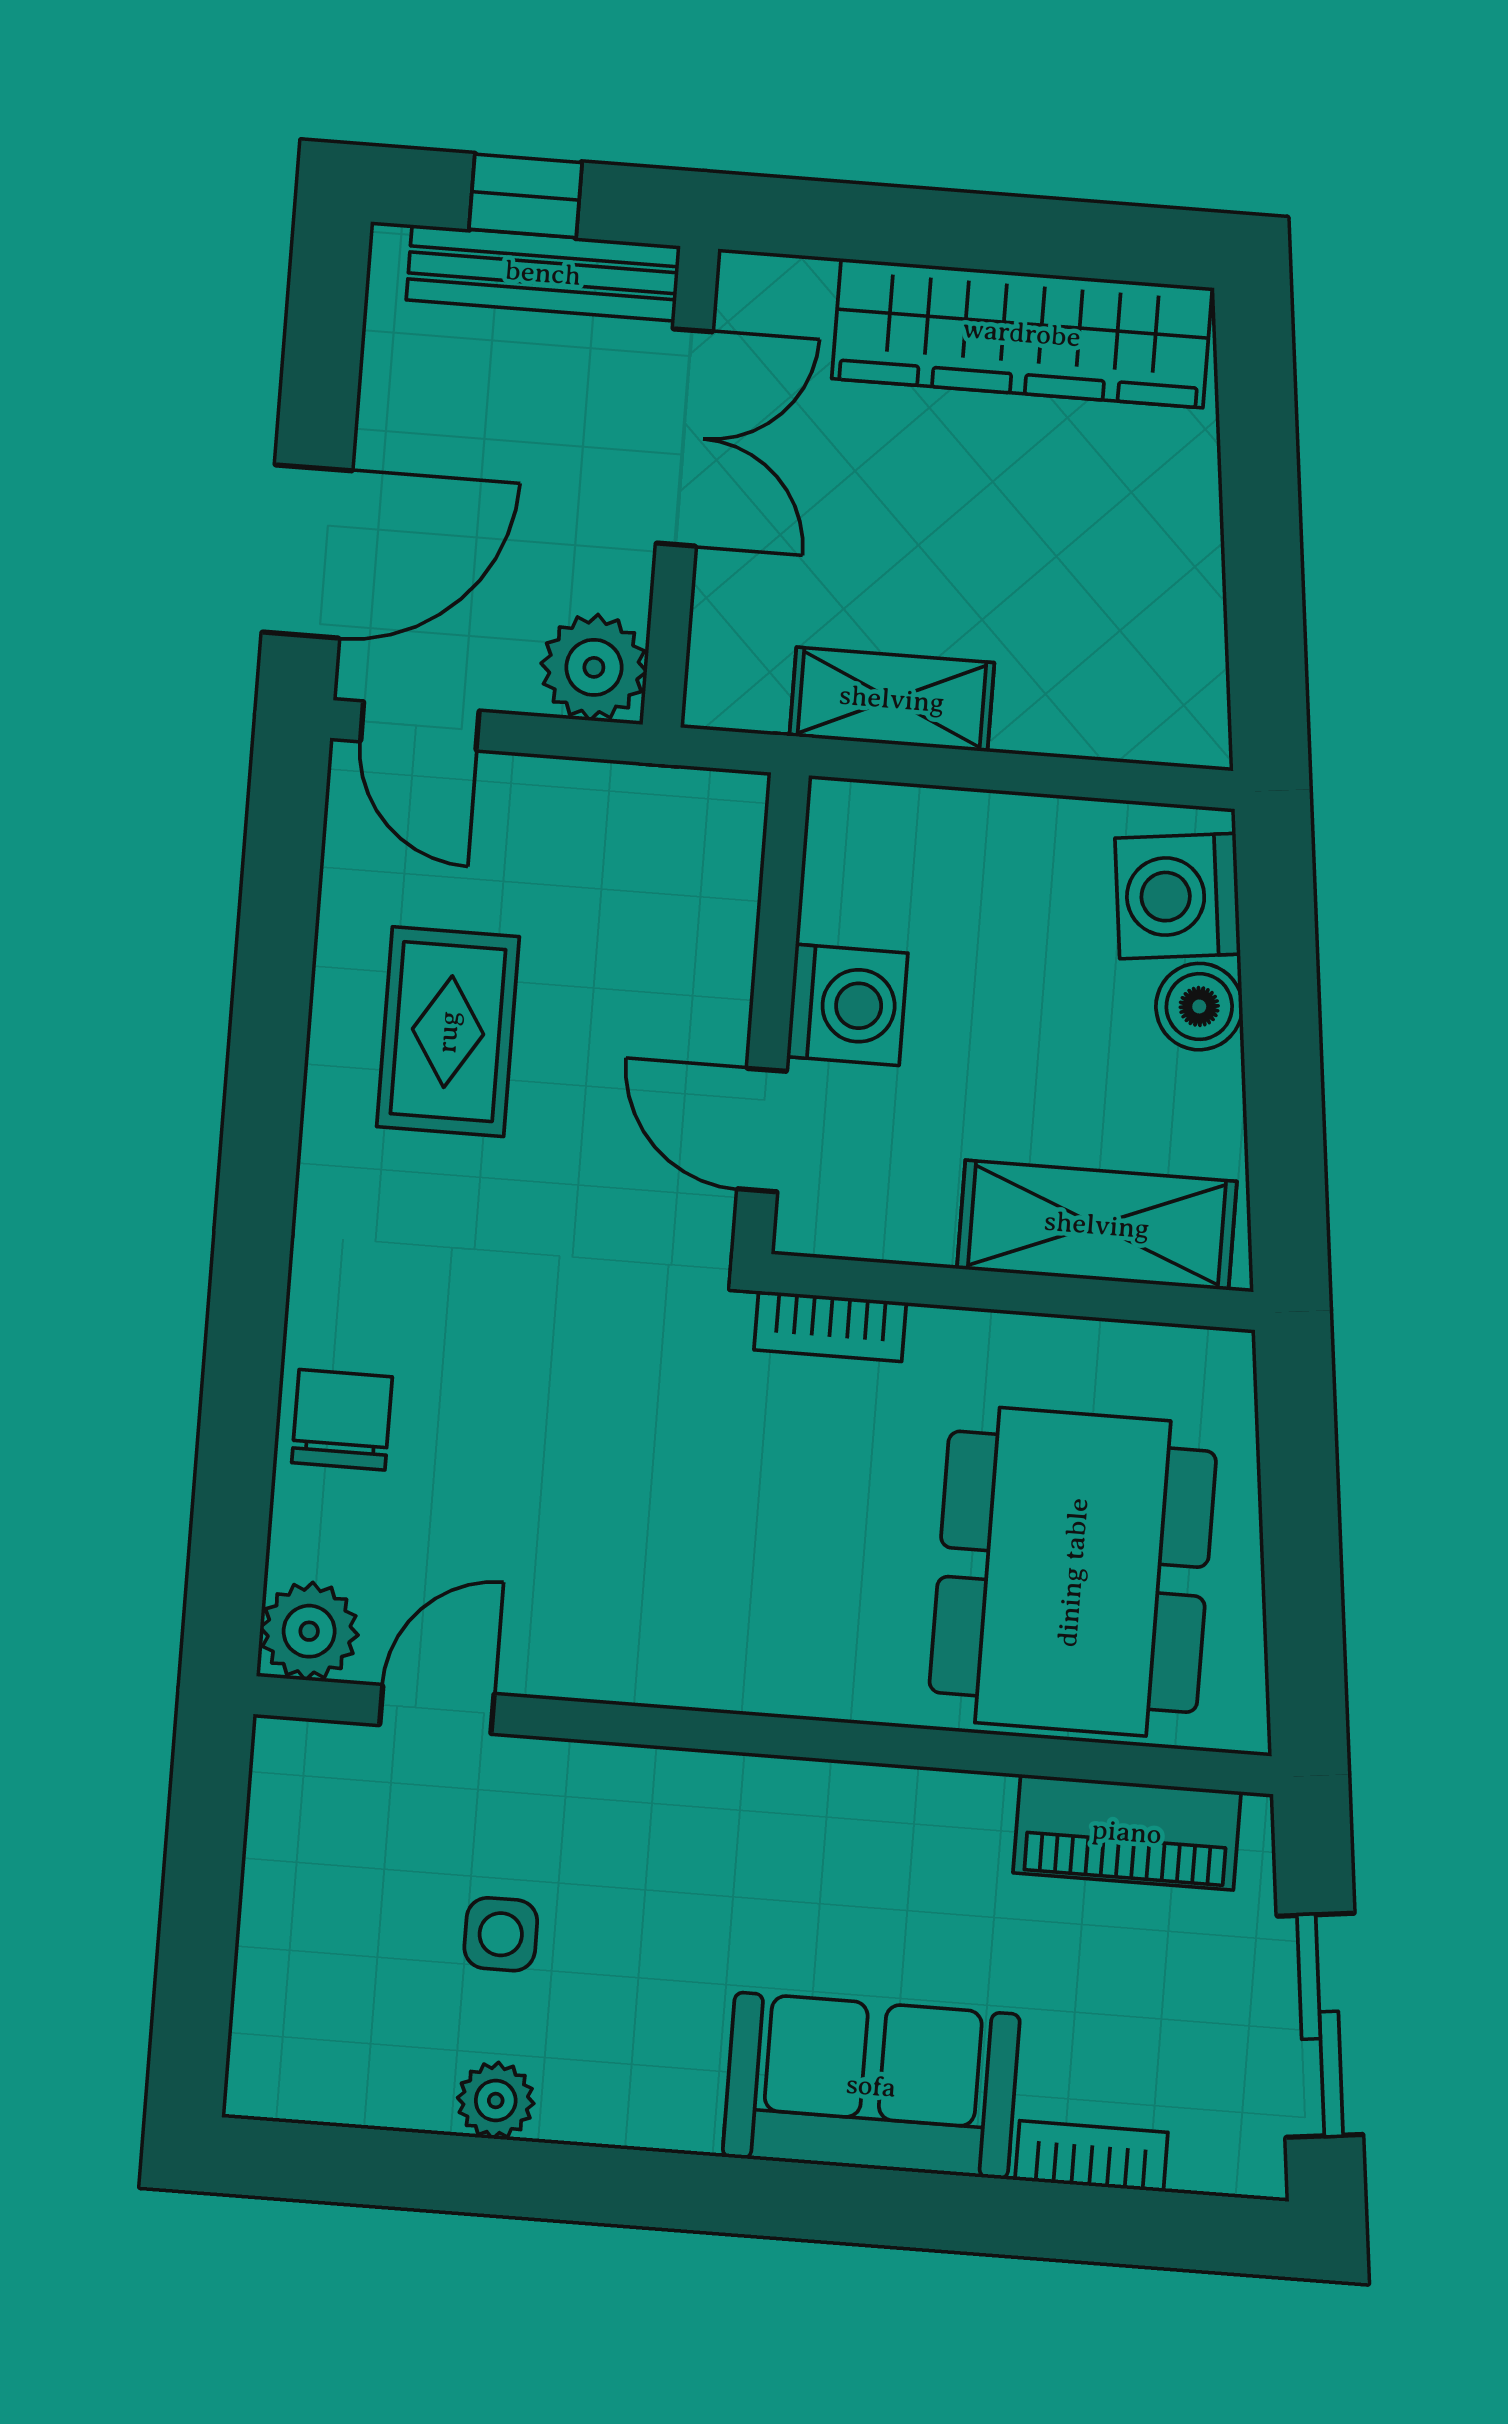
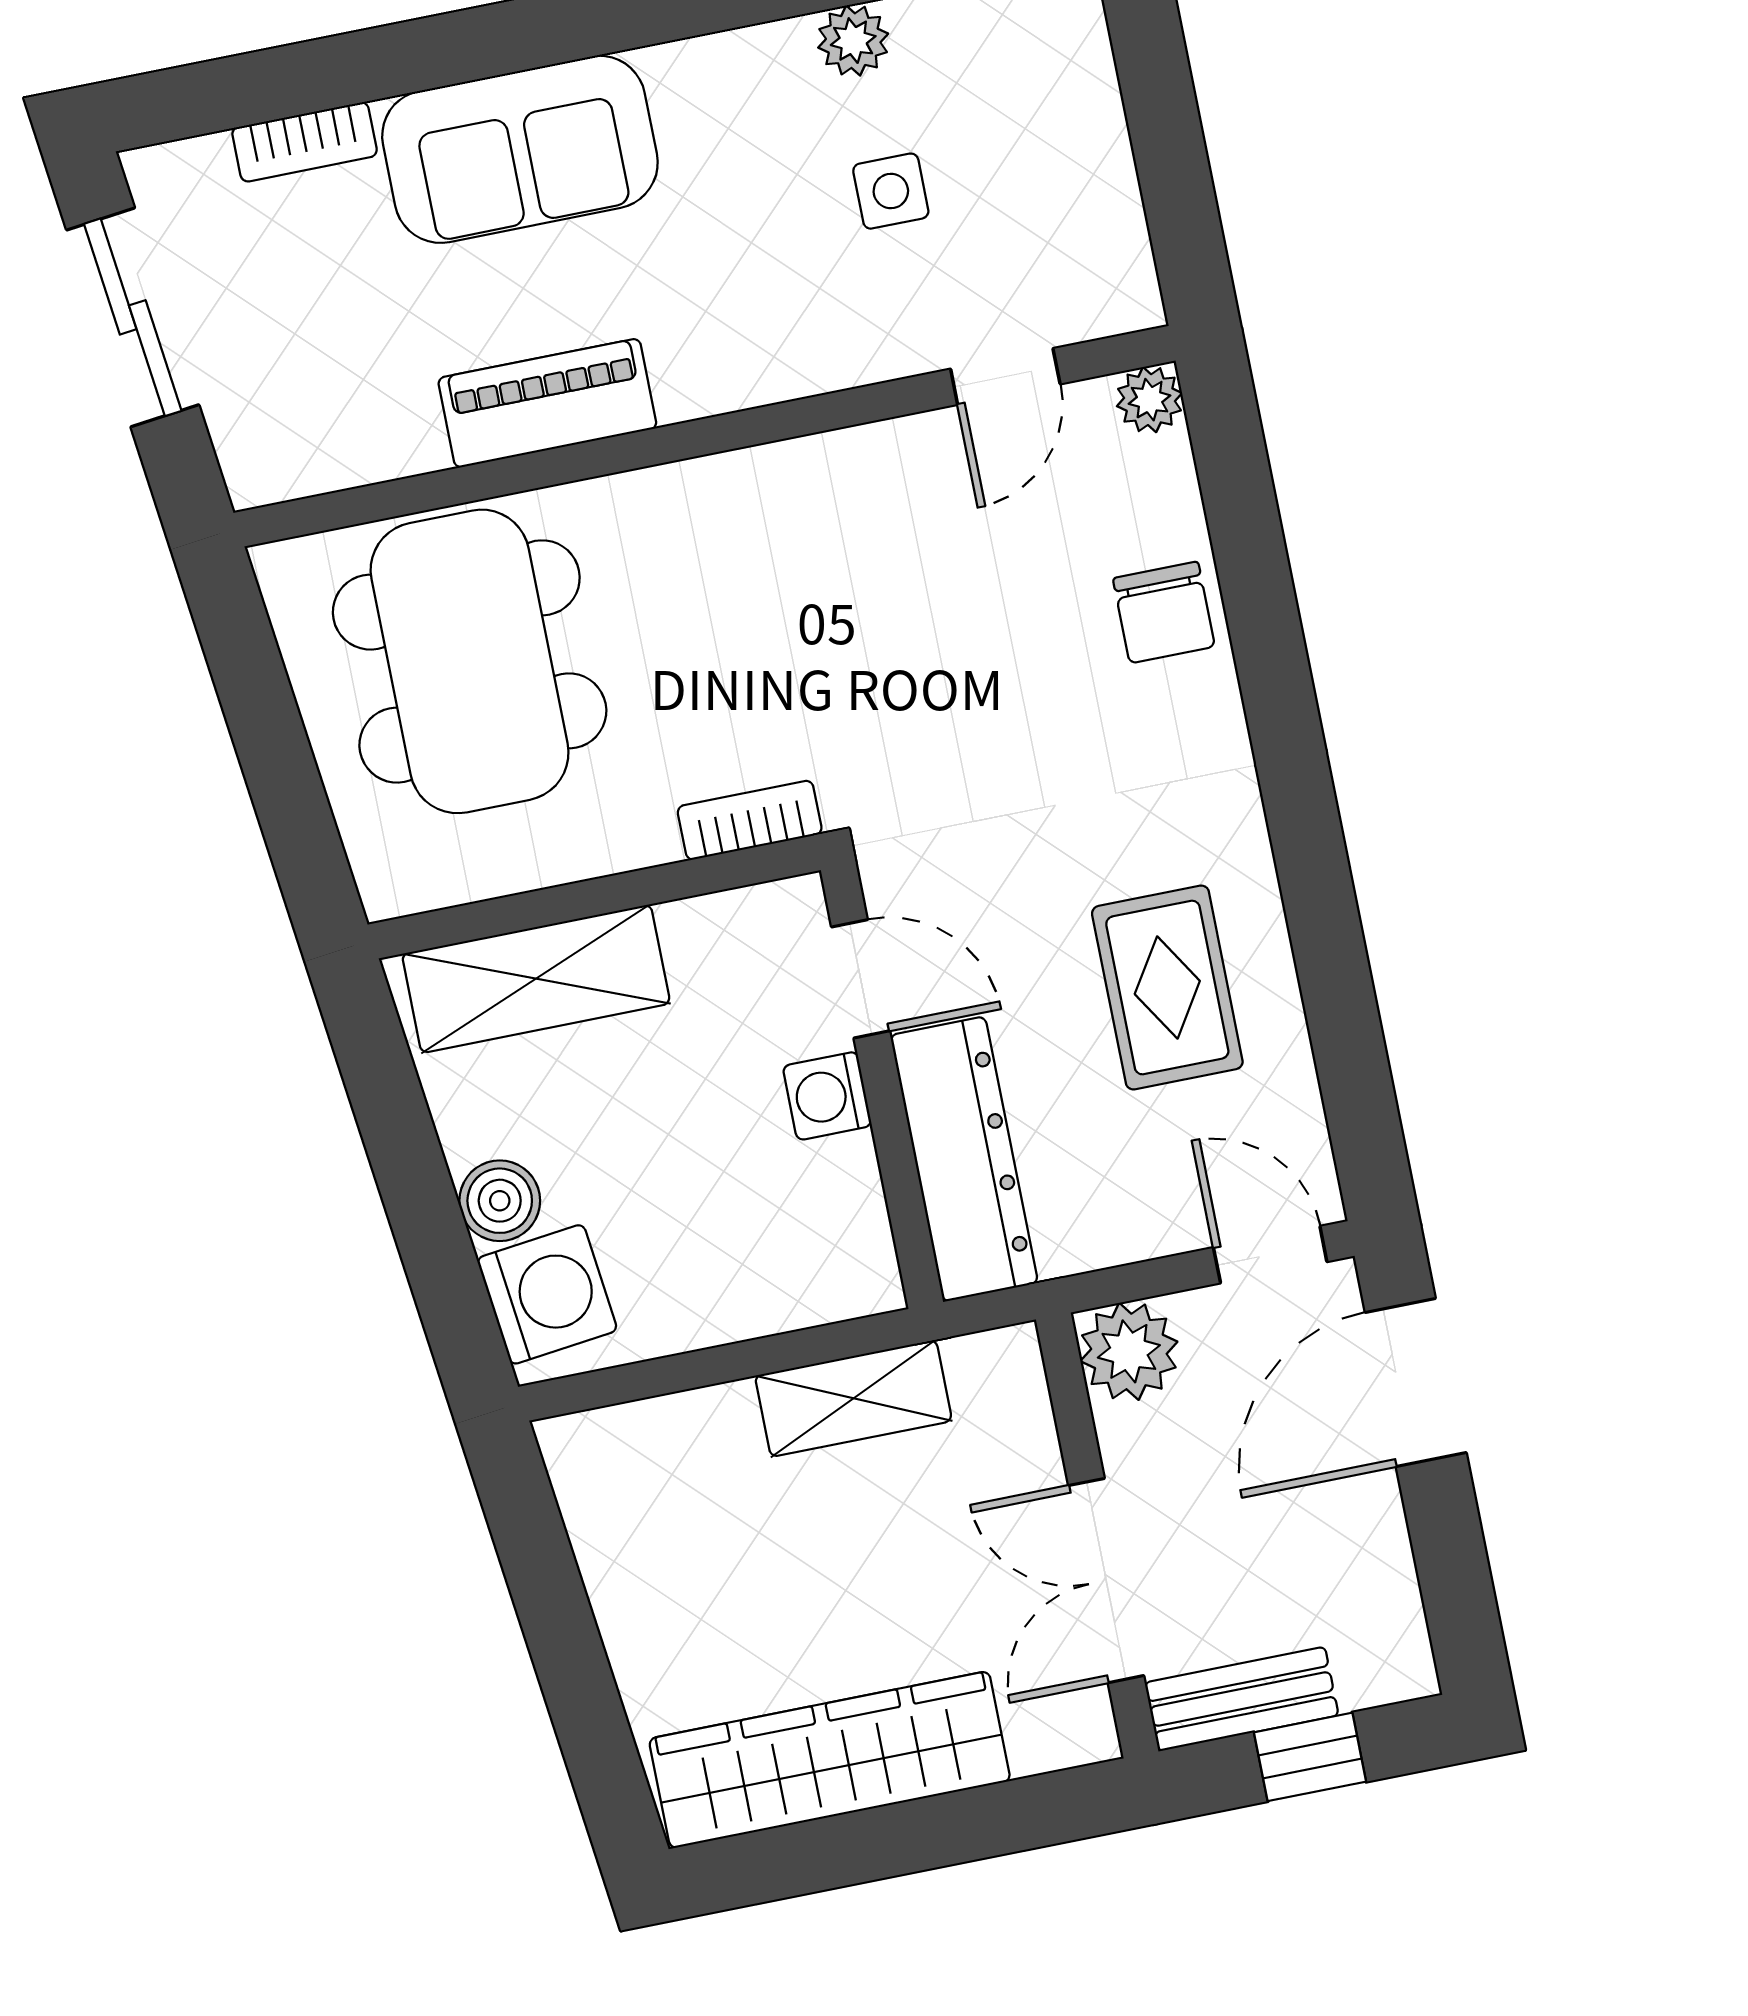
bench: (543, 273) -> (1242, 1699), width x0.73
dresser: (708, 914) -> (964, 1159), added
washing machine: (847, 1005) -> (827, 1096), width x0.73, depth x0.73
plant: (309, 1631) -> (1150, 400), width x0.73, depth x0.73
piano: (1127, 1832) -> (547, 403), moved

